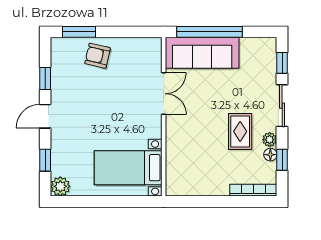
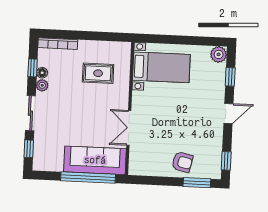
window: (45, 78) -> (226, 161), moved
rug: (240, 131) -> (98, 73), moved, turned 90

